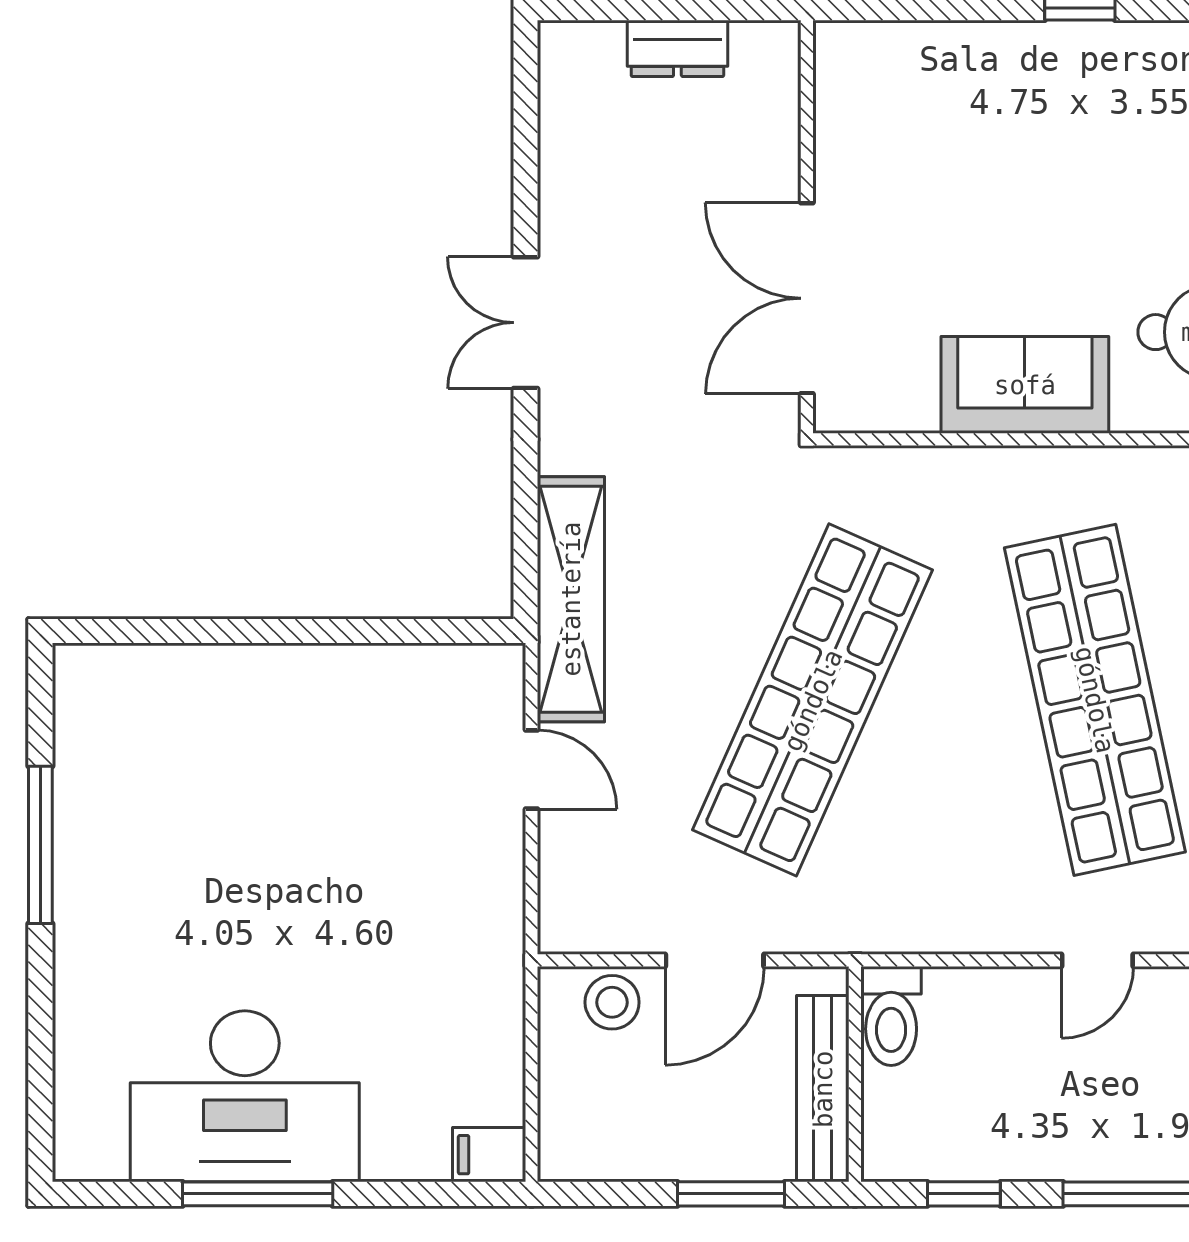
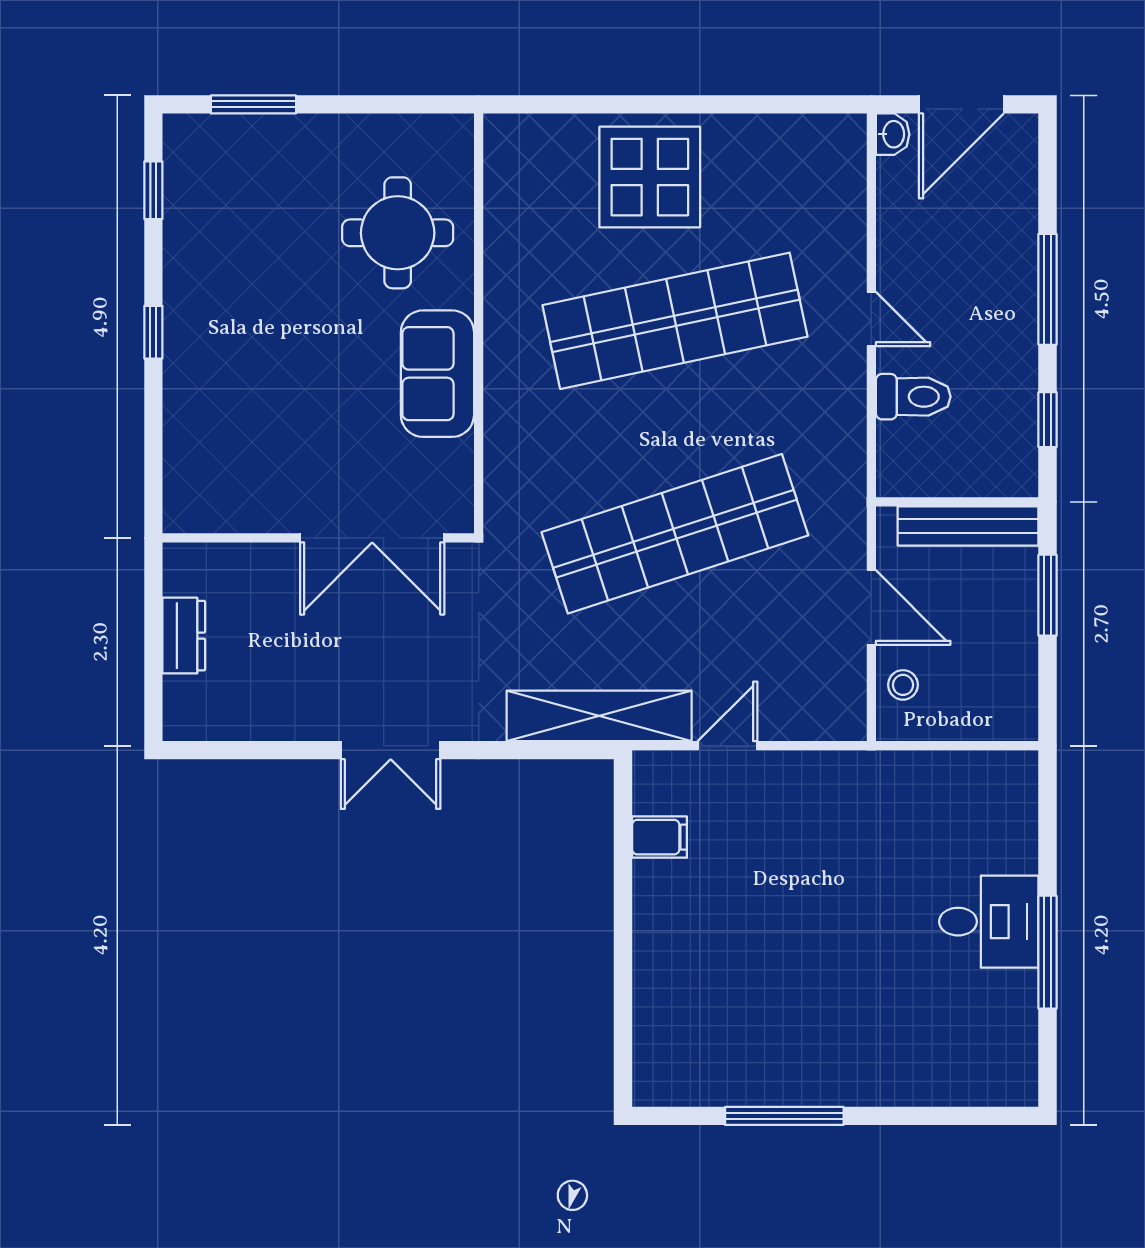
shop shelf: (813, 700) -> (675, 534), turned -42
stool: (612, 1002) -> (903, 685), width x0.73, depth x0.73
toilet: (891, 1016) -> (913, 397), moved
desk: (245, 1096) -> (989, 922), width x0.53, depth x0.77
filing cabinet: (489, 1155) -> (660, 837), moved, turned -90

